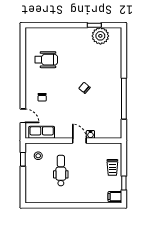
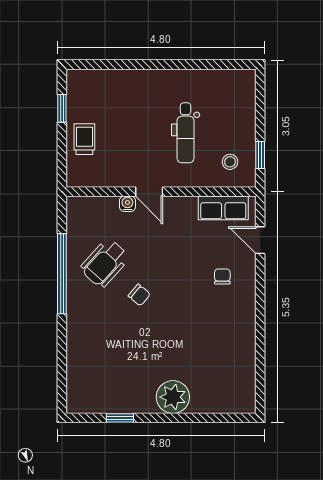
plant: (100, 36) -> (173, 397), moved
wheelchair: (46, 60) -> (105, 263), moved, turned -48
filing cabinet: (115, 197) -> (80, 82), removed

